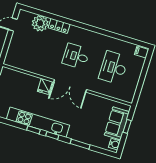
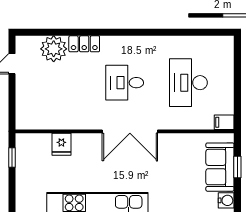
filing cabinet: (142, 52) -> (224, 122), moved
fridge: (45, 86) -> (61, 144), moved

